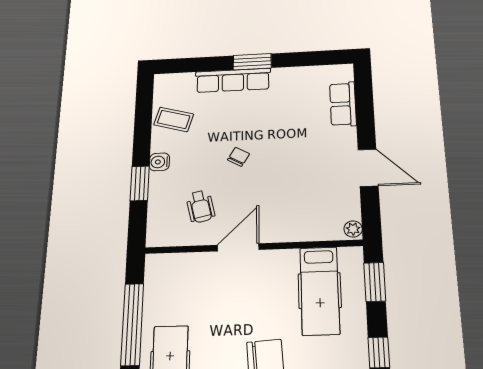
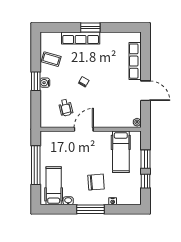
row of seats: (343, 104) -> (135, 61), width x1.48
window: (140, 183) -> (36, 81), moved
window: (375, 282) -> (146, 159), moved

